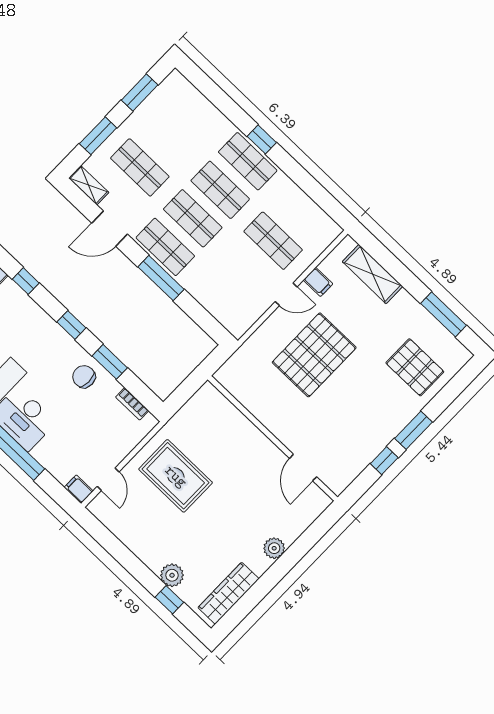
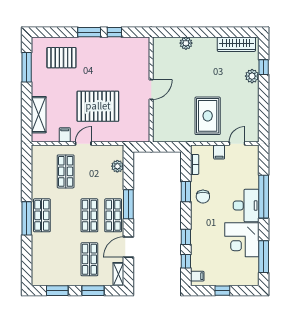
window: (262, 139) -> (27, 218), width x2.17
shop shelf: (220, 190) -> (66, 215), removed
door: (110, 229) -> (128, 247), swing flipped
door: (286, 294) -> (83, 144), hinge flipped
plant: (219, 309) -> (117, 166), added
window: (71, 325) -> (186, 237), moved
pallet: (415, 367) -> (61, 58), turned 90
door: (303, 468) -> (151, 90), moved
filing cabinet: (79, 489) -> (219, 152), moved
plant: (274, 548) -> (186, 43), moved

